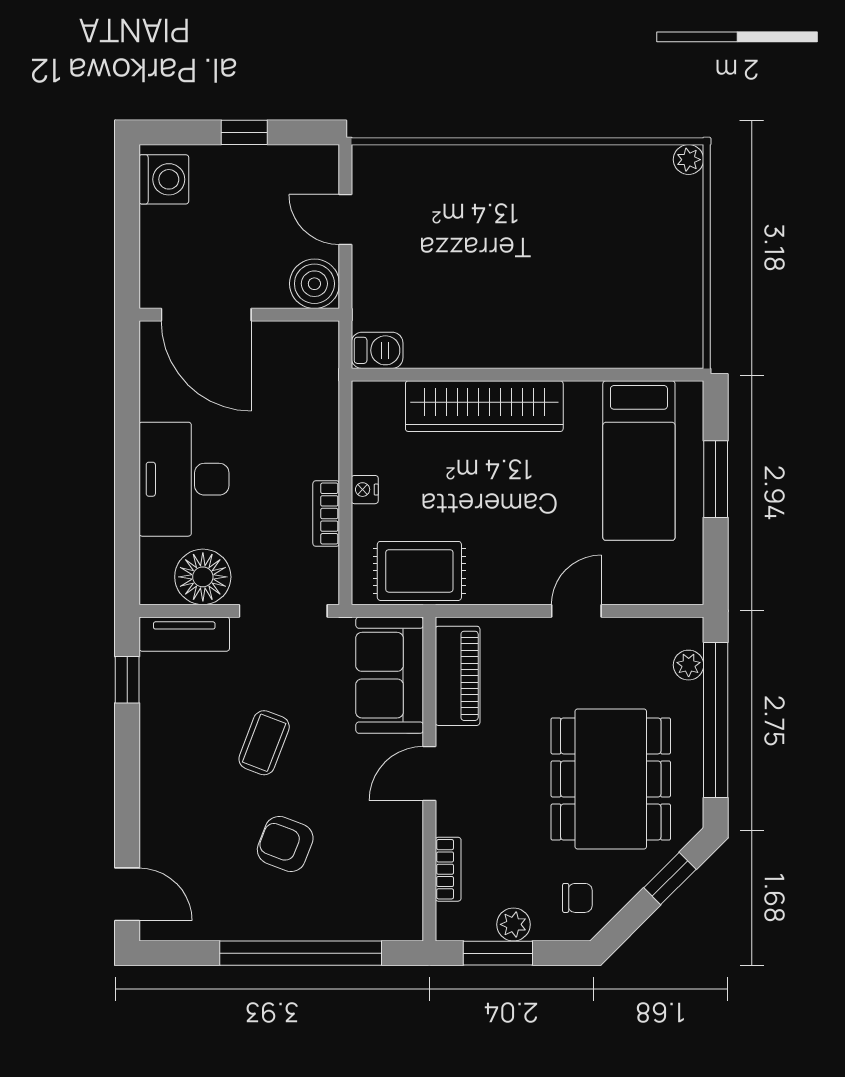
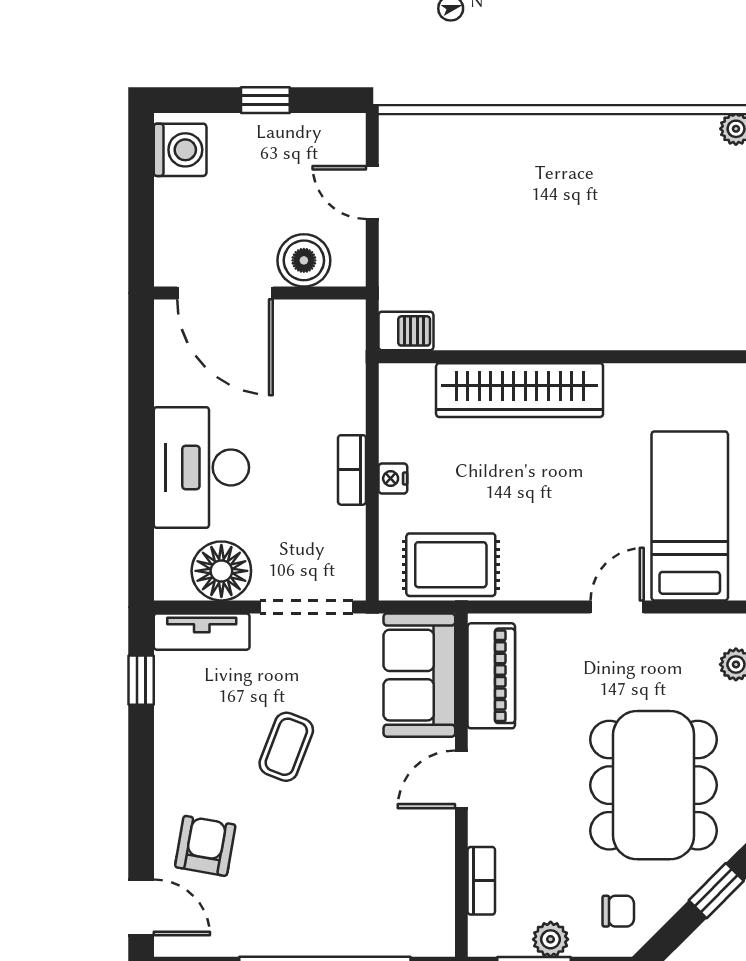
boiler: (314, 284) -> (304, 260), moved
bed: (639, 461) -> (690, 516), moved, turned 180
bookcase: (326, 514) -> (352, 470), moved
armchair: (285, 844) -> (205, 846), moved, turned 79

